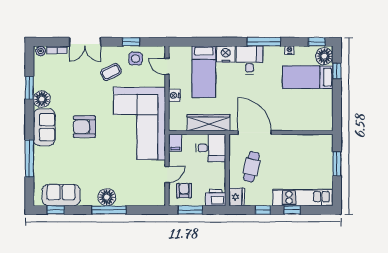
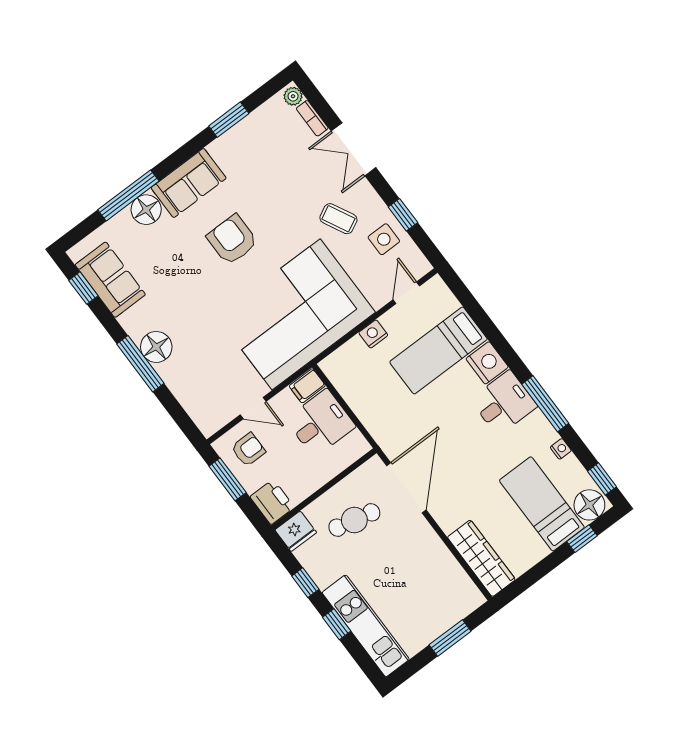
floor lamp: (42, 99) -> (146, 210), moved
wardrobe: (208, 123) -> (481, 558), moved
desk: (211, 148) -> (321, 423), moved, turned -90

